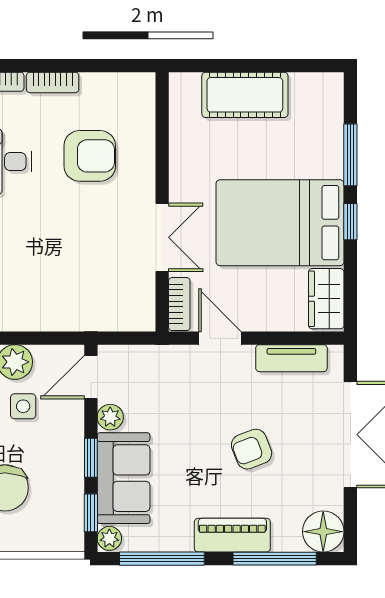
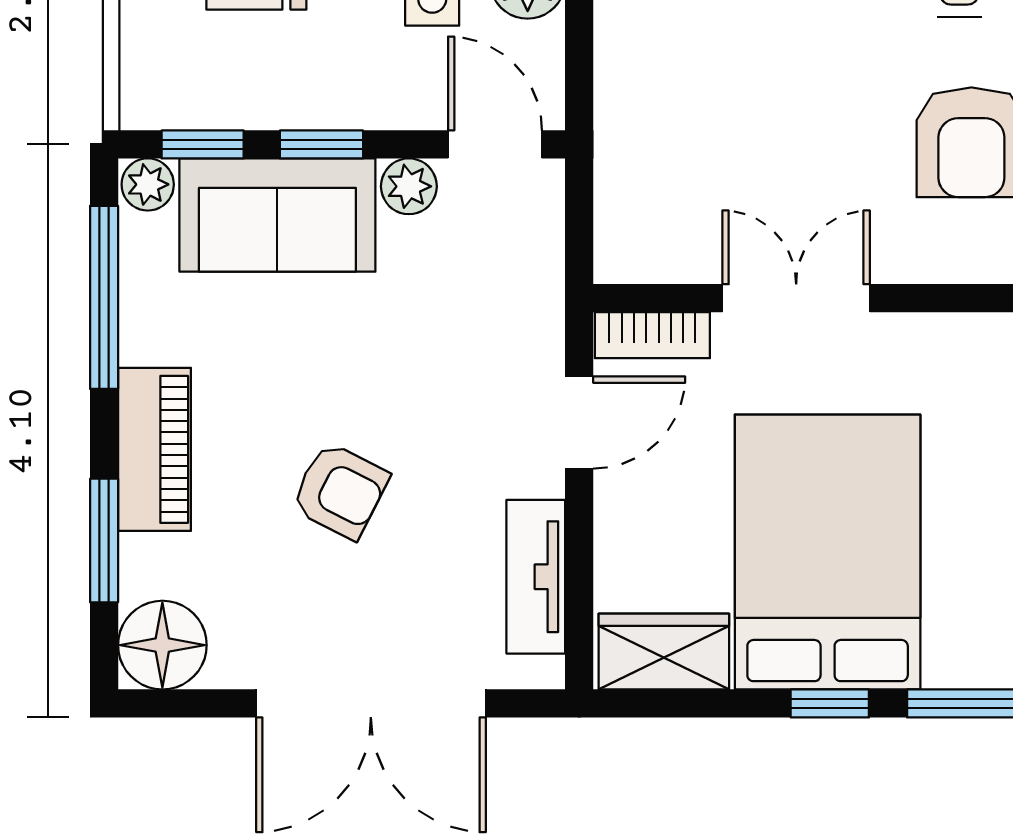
double door: (162, 237) -> (796, 298), swing flipped
armchair: (252, 449) -> (340, 491), turned 138
window: (275, 559) -> (104, 541), width x0.69

